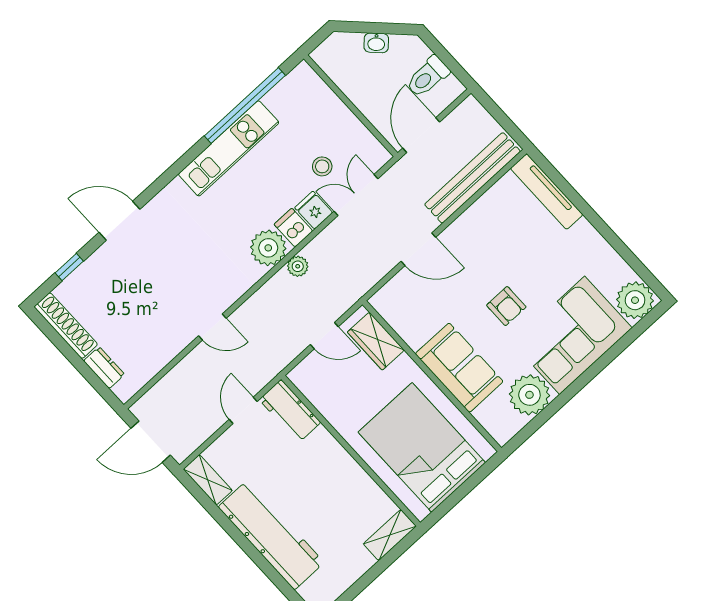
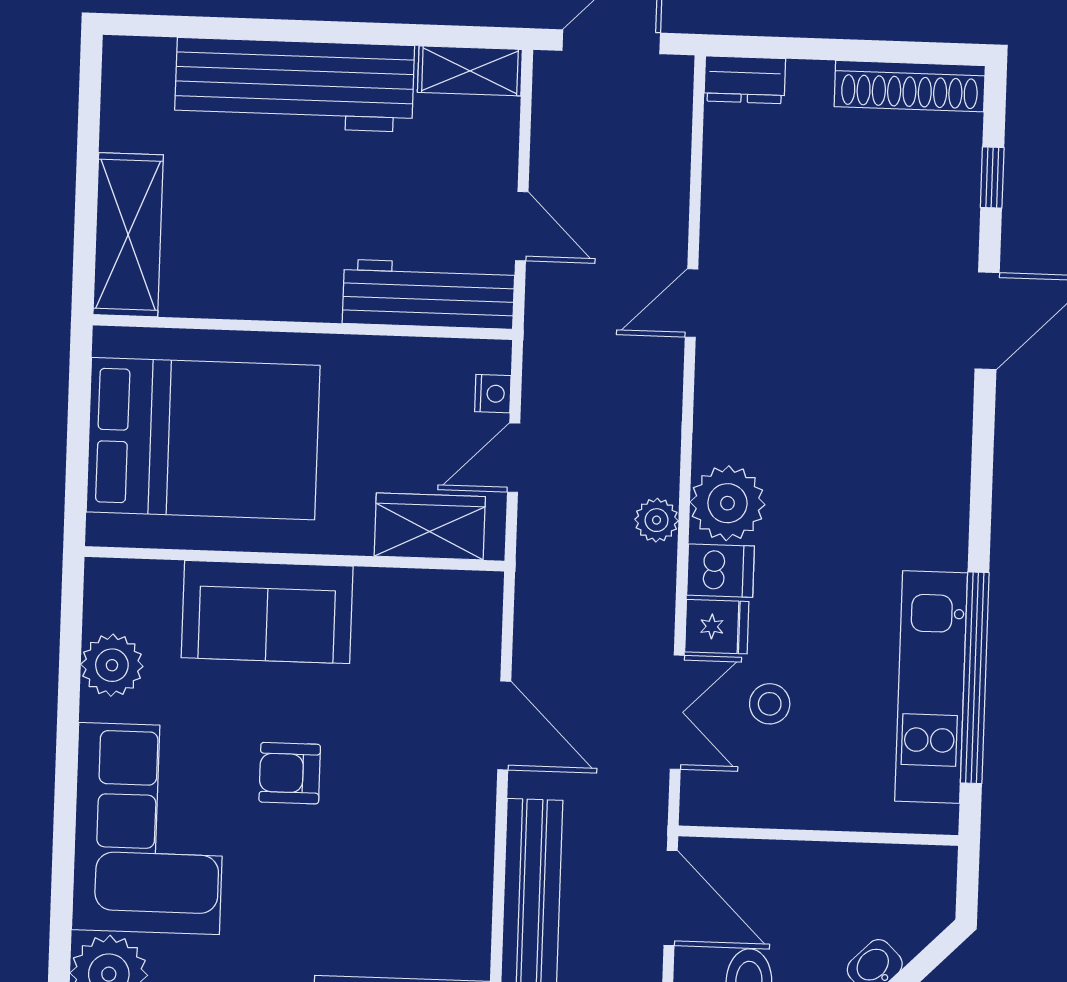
kitchen unit: (229, 148) -> (931, 687), moved
door: (418, 249) -> (504, 726), swing flipped
nightstand: (310, 364) -> (493, 394), added
dresser: (104, 368) -> (745, 80), moved
plant: (529, 395) -> (112, 665), width x0.73, depth x0.73
workbench: (290, 411) -> (429, 294), width x1.38
shelving: (390, 535) -> (128, 235), width x1.50, depth x1.33

